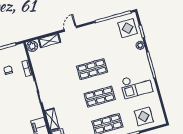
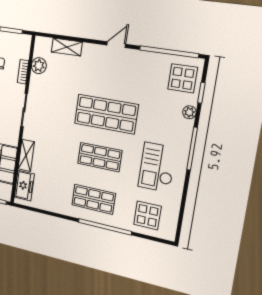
door: (70, 29) -> (116, 45), moved
plant: (32, 46) -> (39, 66), moved
shop shelf: (92, 69) -> (106, 114), width x1.43, depth x1.36
checkout: (136, 85) -> (157, 167), turned 90

